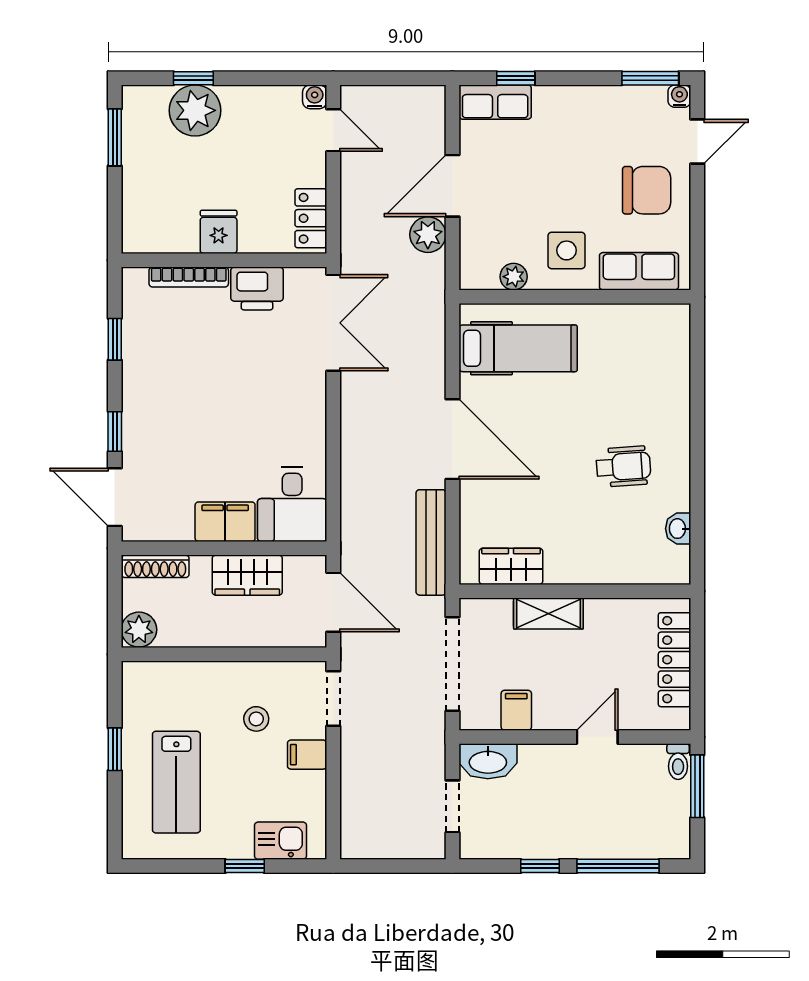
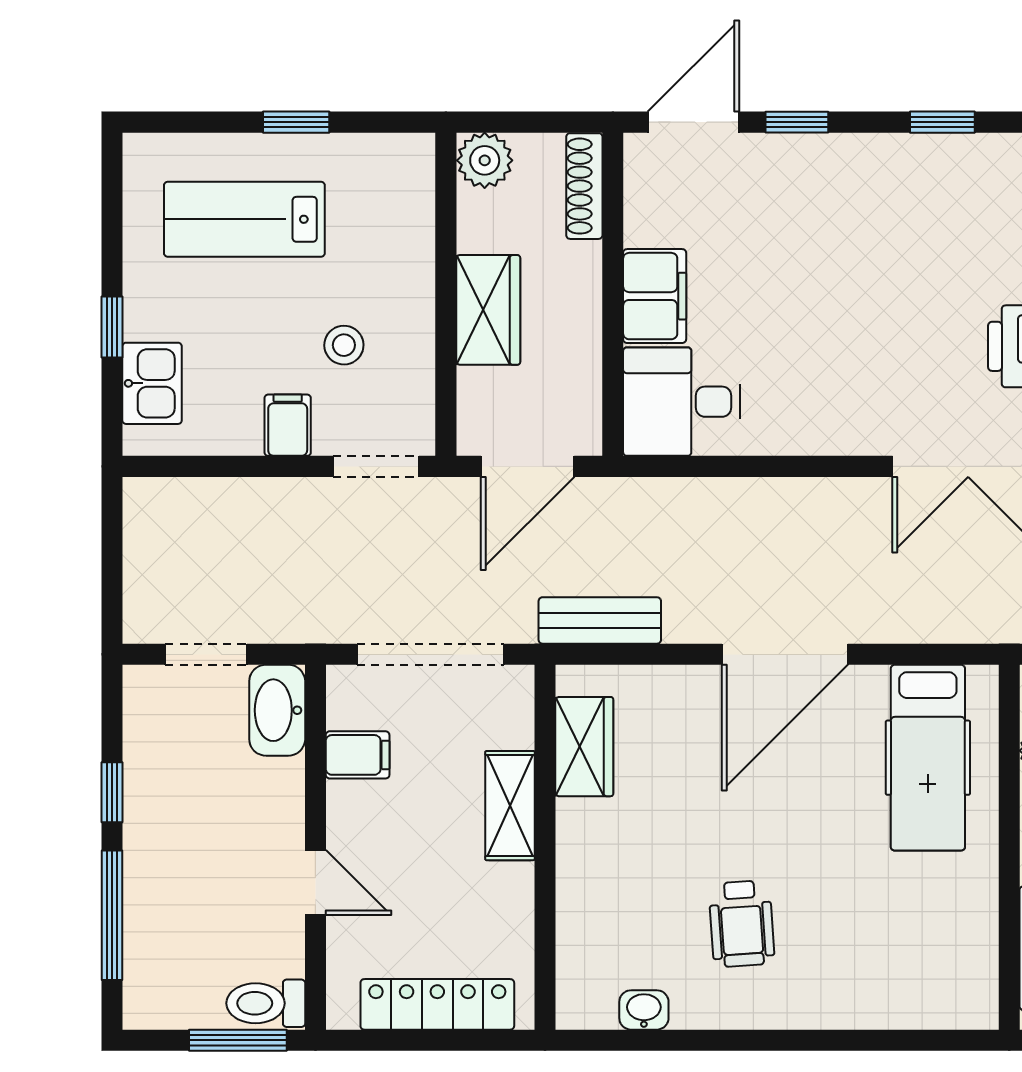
bench: (431, 542) -> (600, 620), width x0.73
wardrobe: (247, 575) -> (488, 310), moved, turned 180
toilet: (678, 762) -> (266, 1003), width x1.37, depth x1.39

